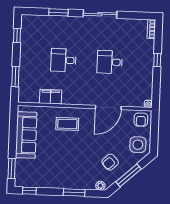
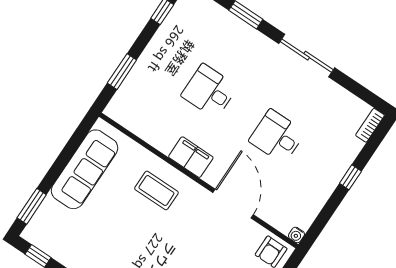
filing cabinet: (51, 97) -> (191, 157), moved
door: (108, 108) -> (233, 204), swing flipped

